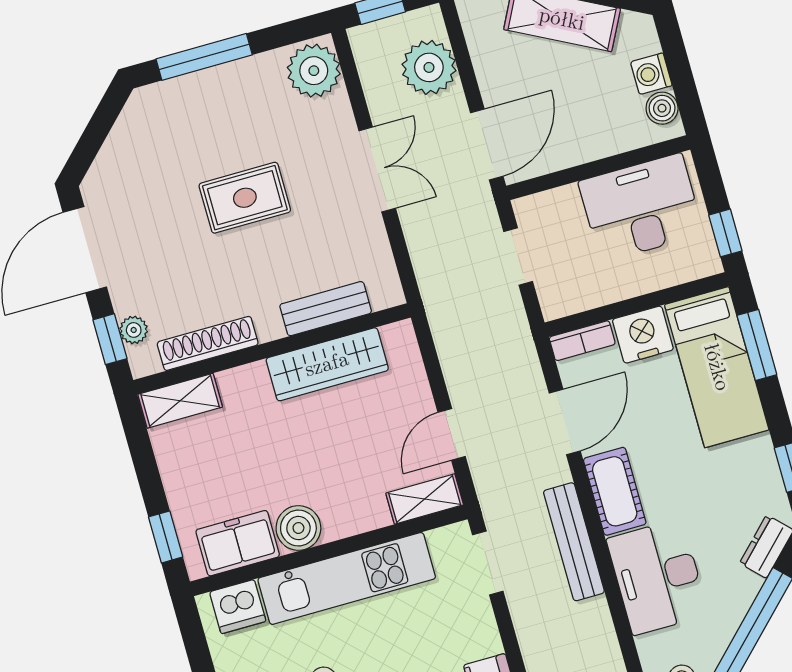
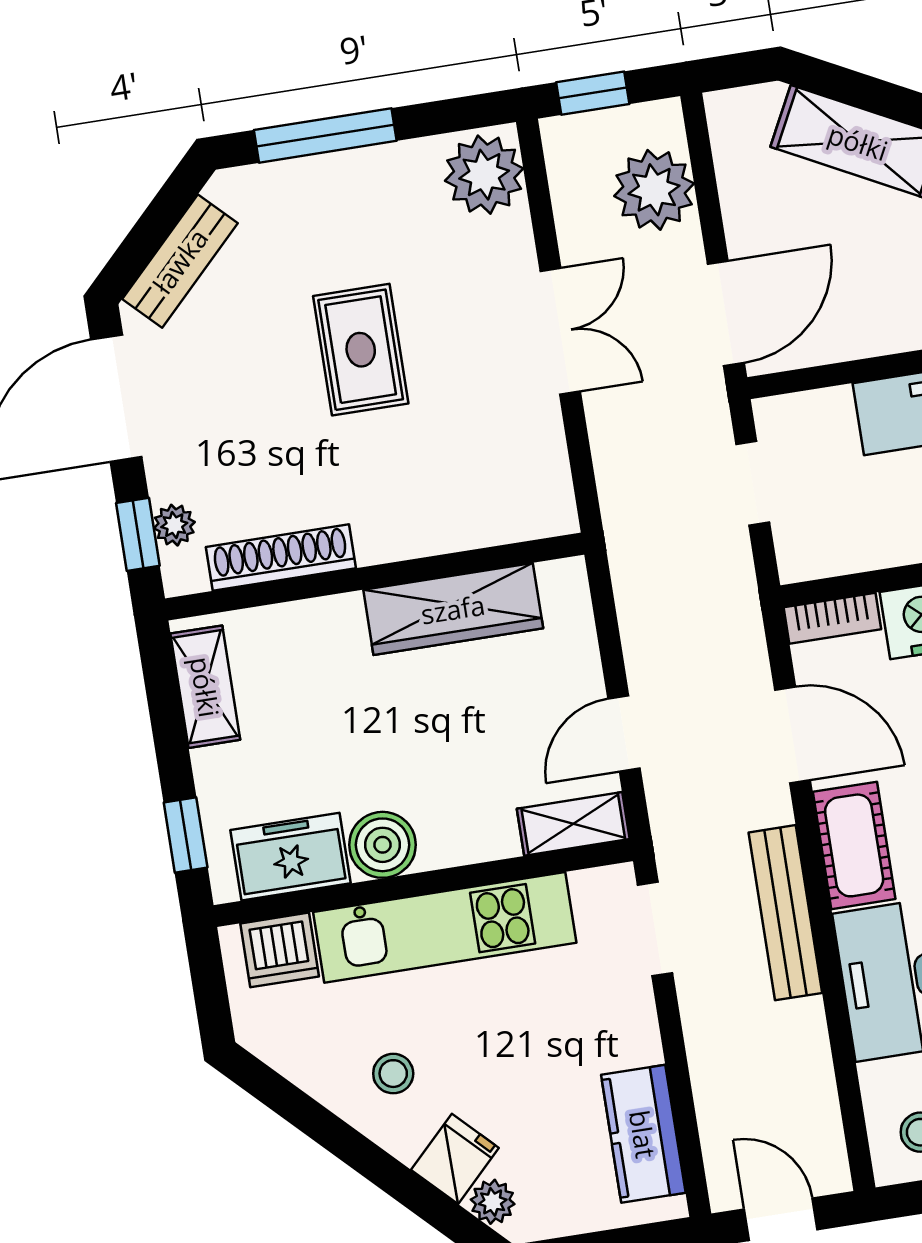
rug: (245, 198) -> (361, 350), turned 90
bench: (326, 309) -> (180, 261), moved, turned -45
shelving: (180, 401) -> (205, 687), moved, turned 90
door: (565, 422) -> (793, 735), hinge flipped

